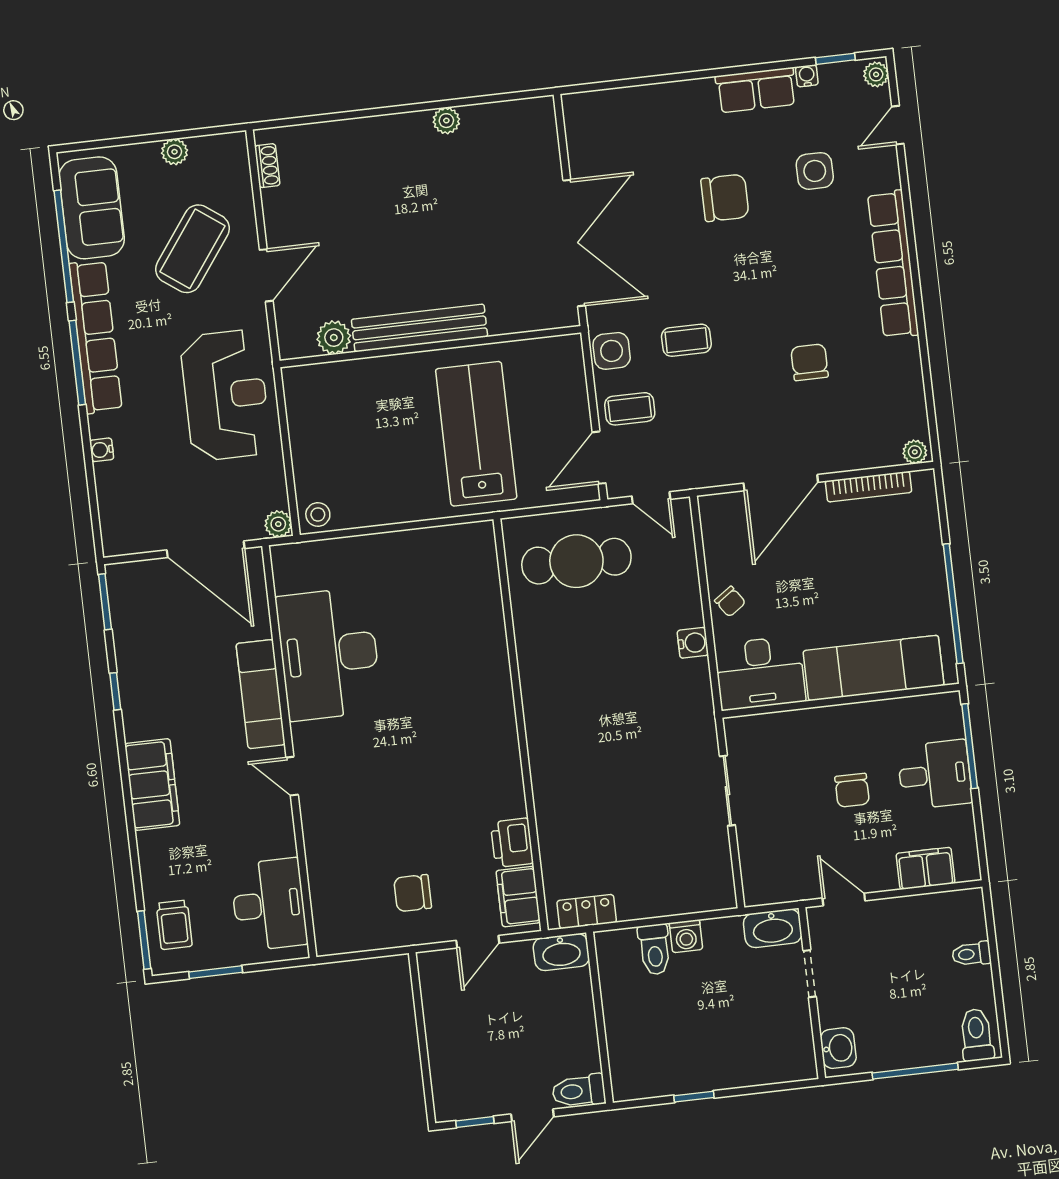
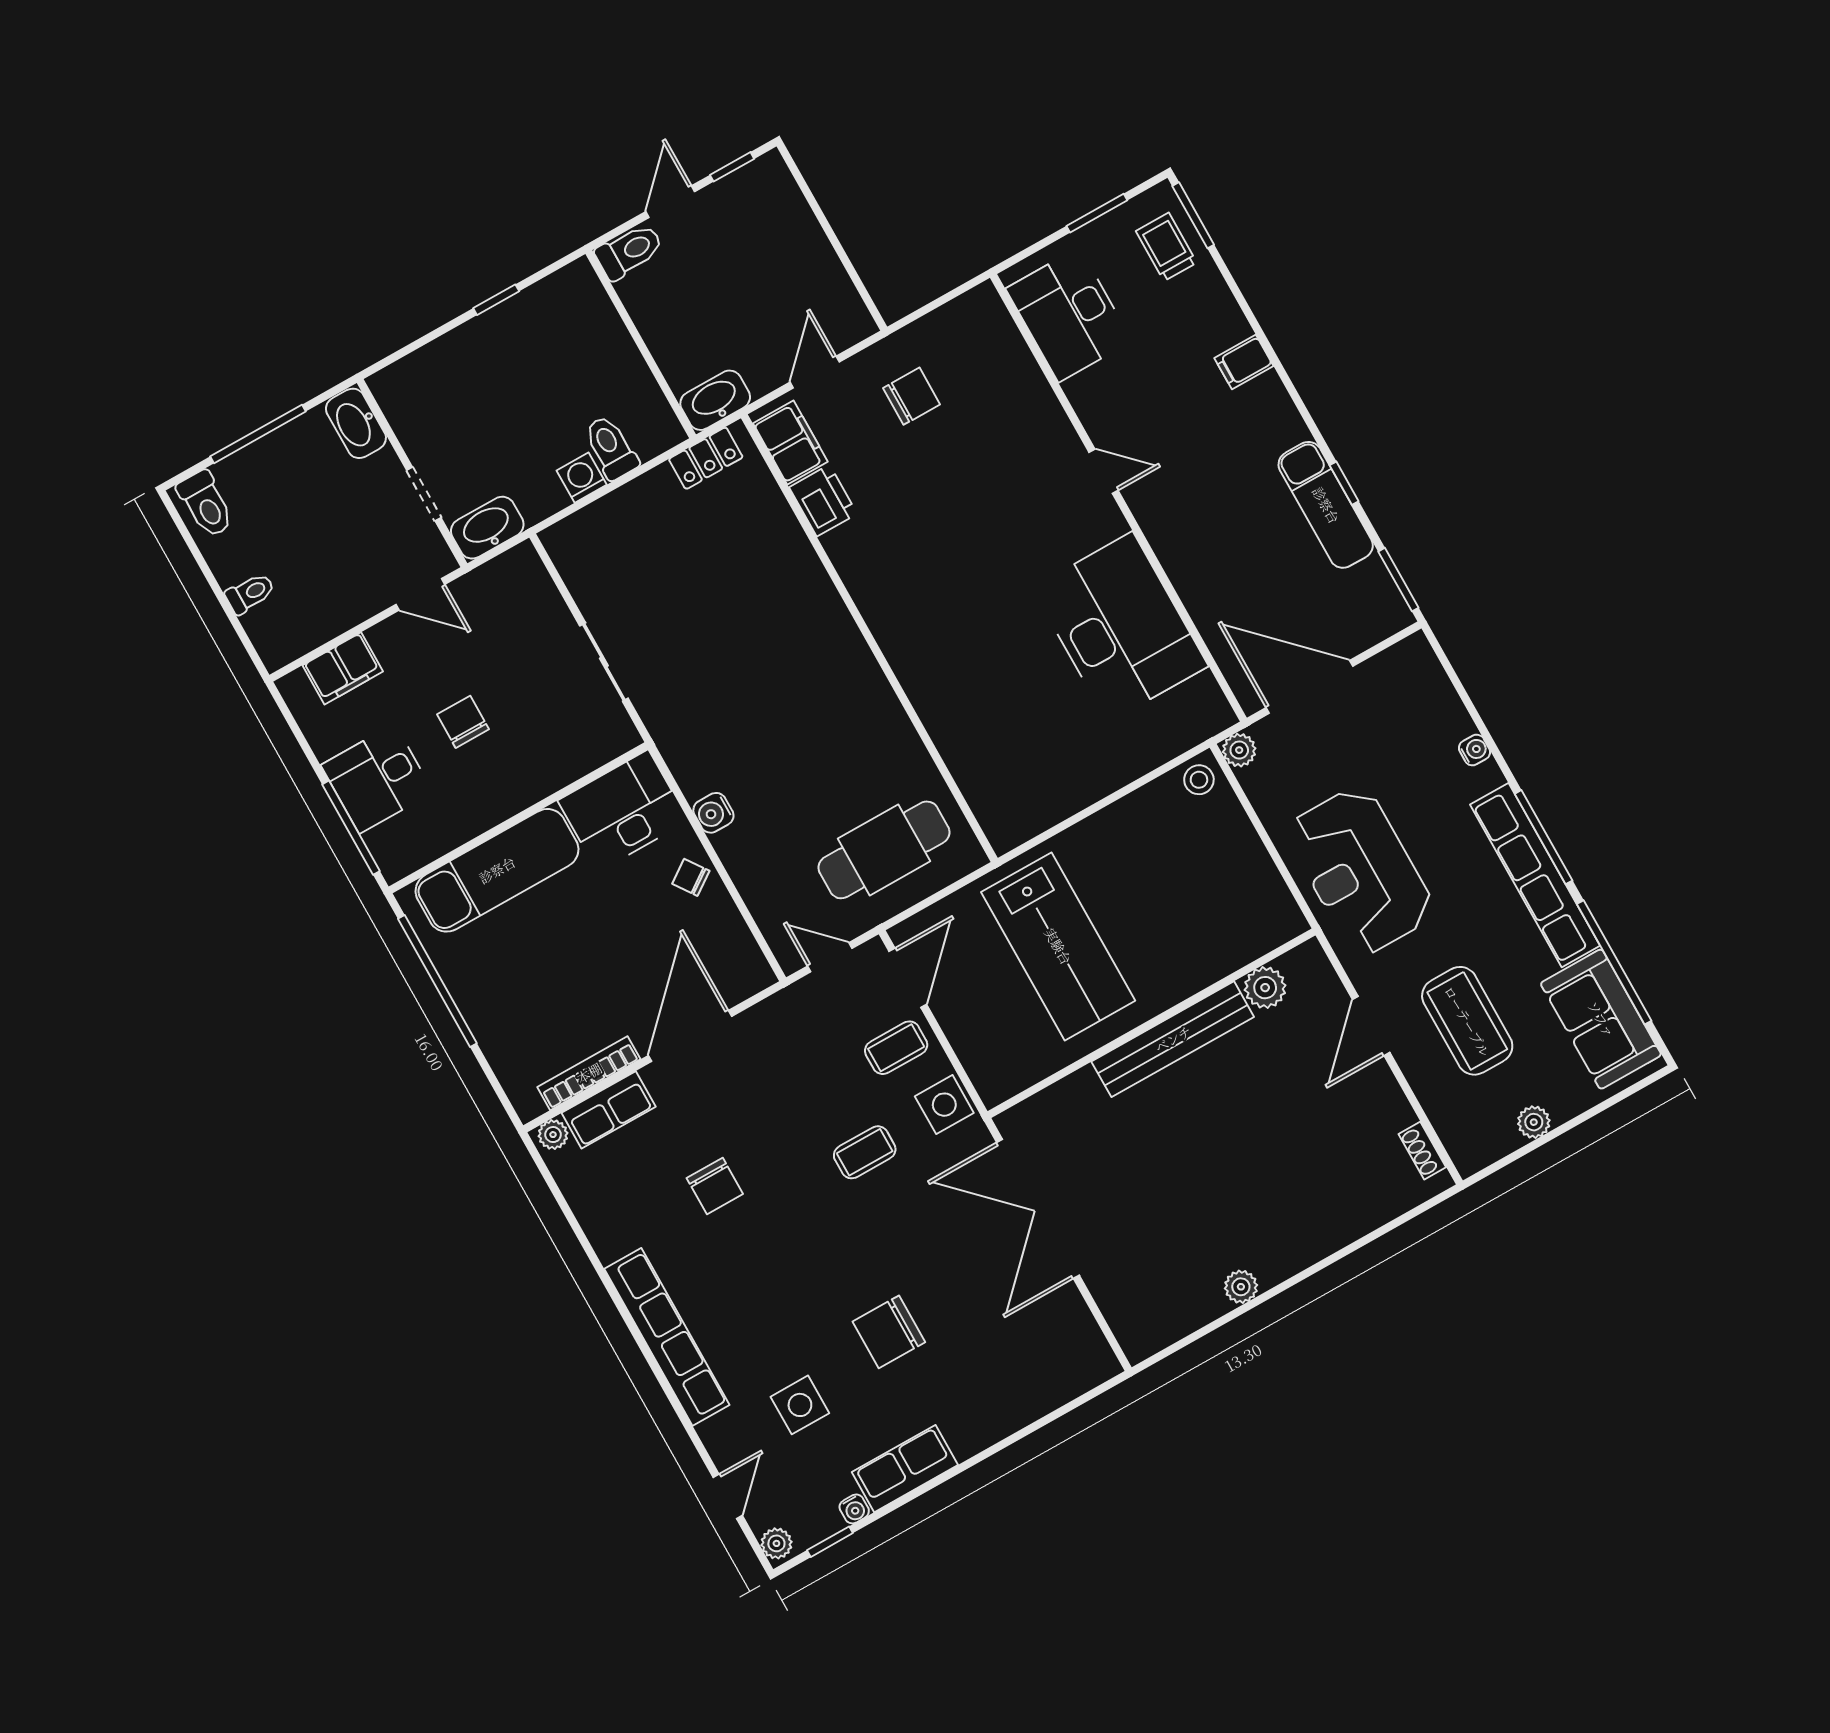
coffee table: (193, 249) -> (1467, 1021), turned -36
row of seats: (865, 453) -> (609, 1110), added
exam couch: (261, 694) -> (1326, 505), moved, turned 180
filing cabinet: (152, 785) -> (1244, 362), width x0.33, depth x0.86
washbasin: (838, 1048) -> (356, 423), width x1.38

